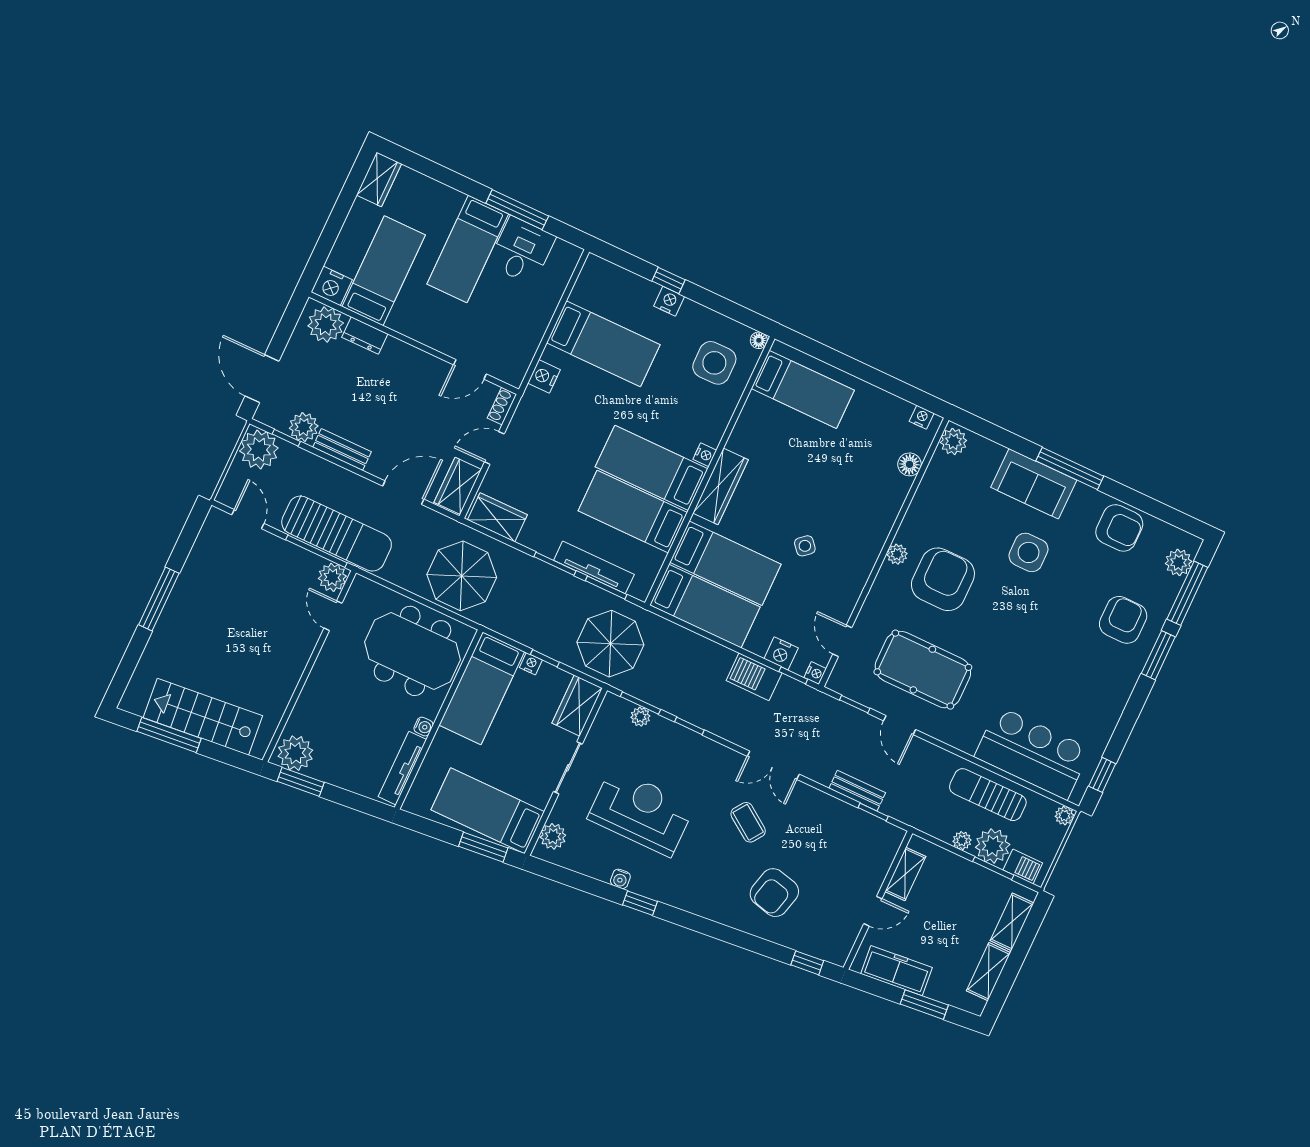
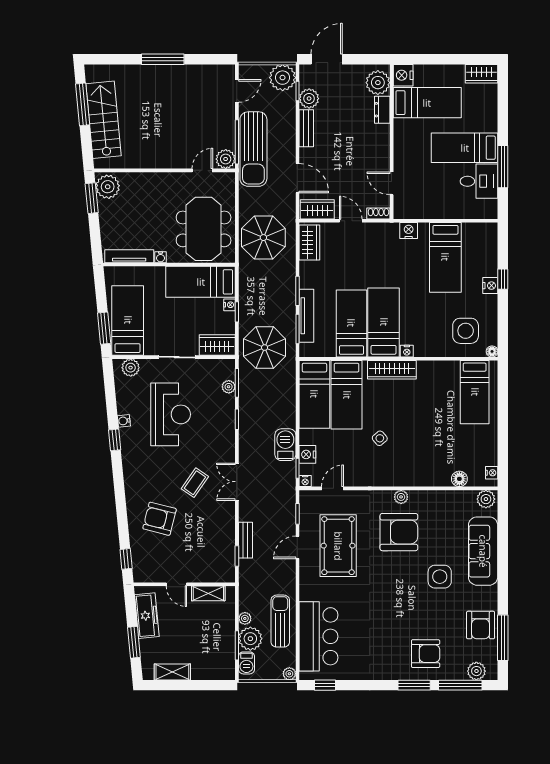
window: (1070, 468) -> (503, 638), moved
sofa: (1034, 484) -> (483, 551), width x1.36
shelving: (1012, 922) -> (210, 672), removed

